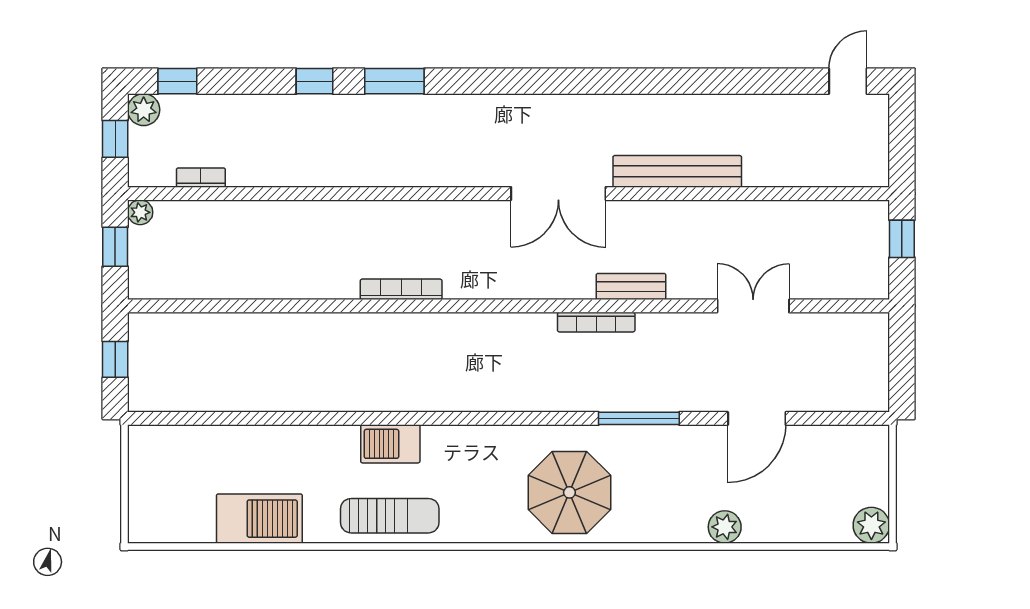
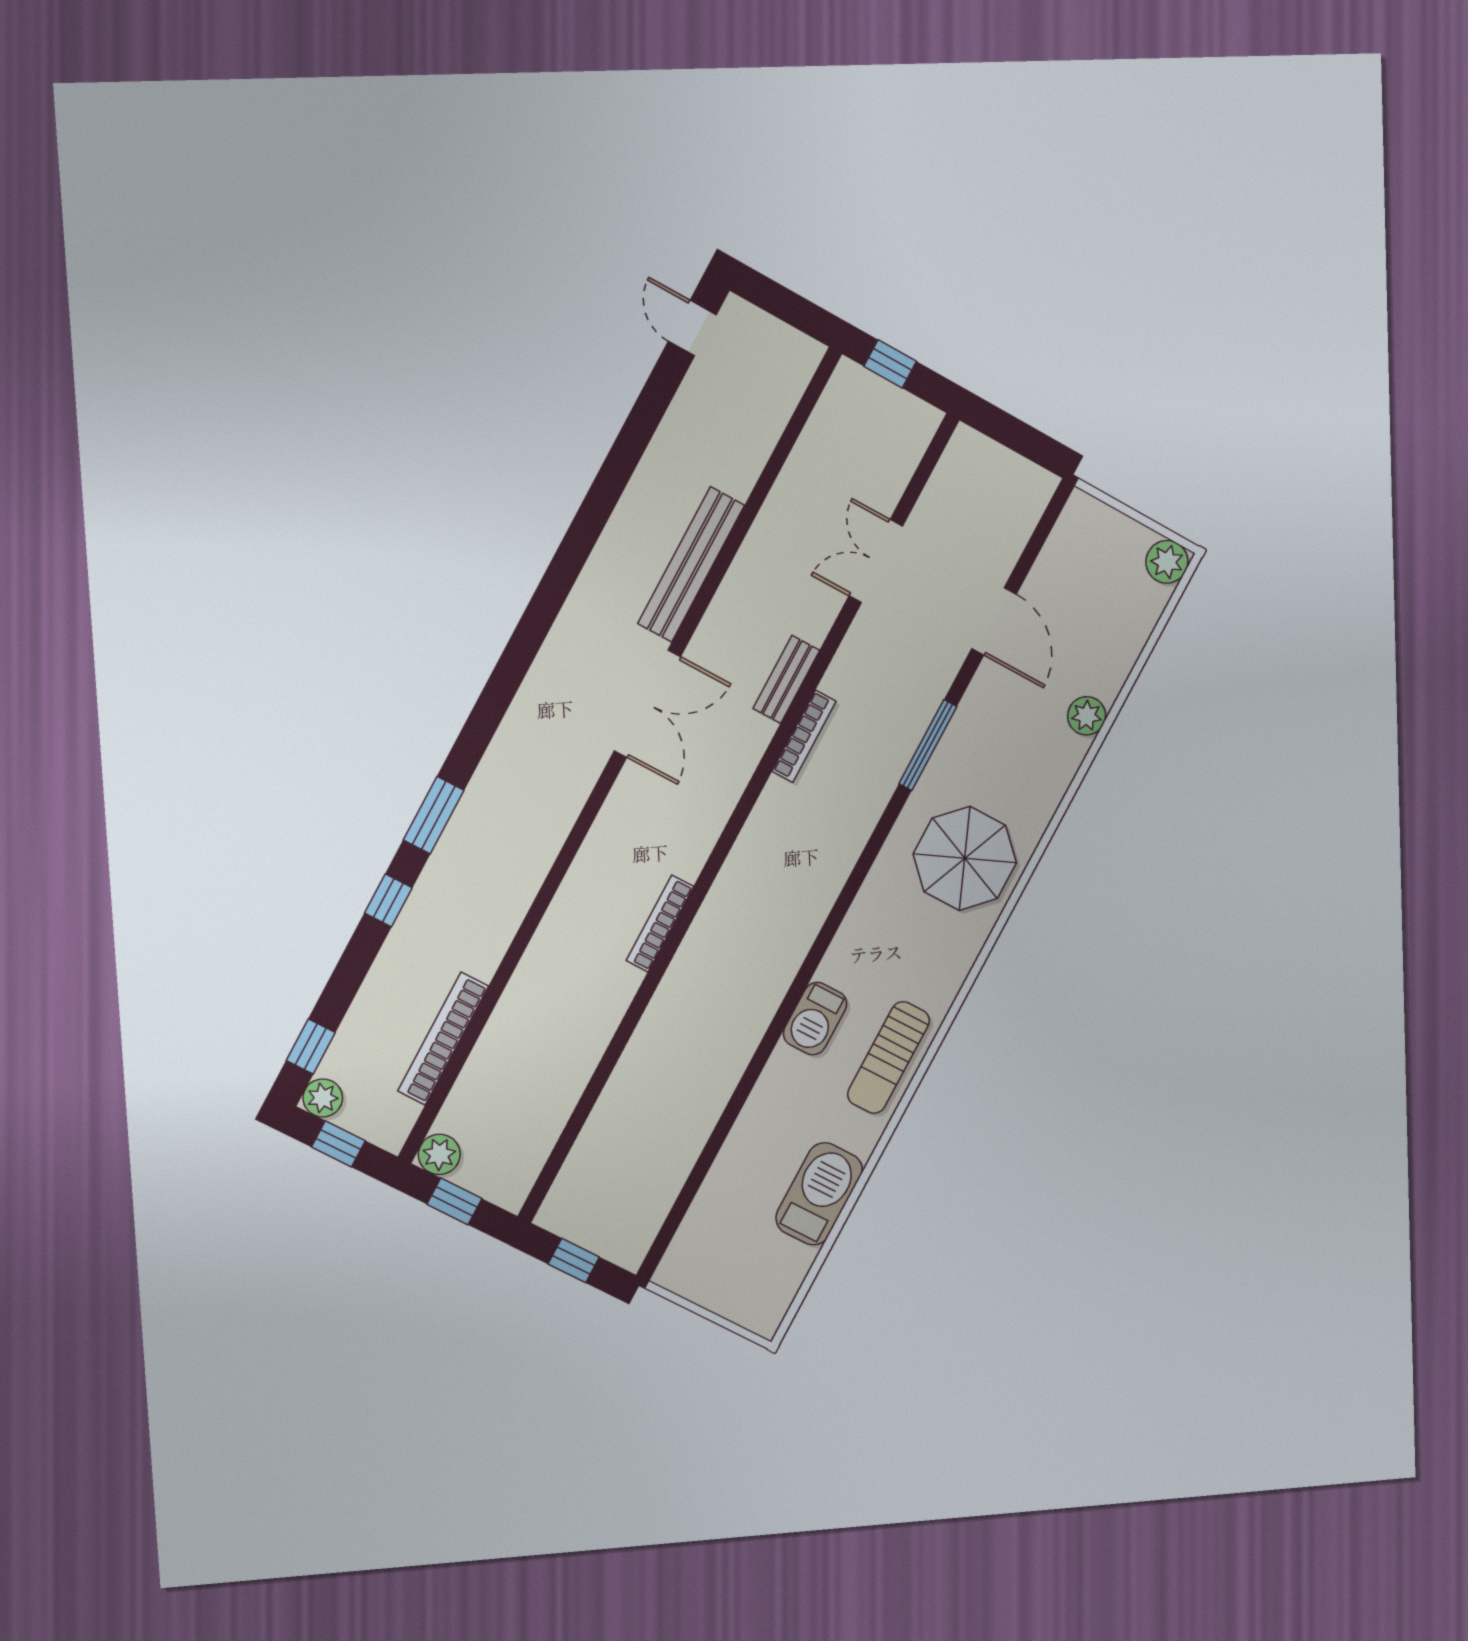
bookcase: (201, 178) -> (443, 1039), width x2.31, depth x1.31
plant: (140, 212) -> (439, 1154), width x1.38, depth x1.38
sun lounger: (390, 516) -> (889, 1058), turned 180

